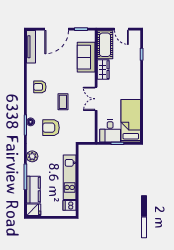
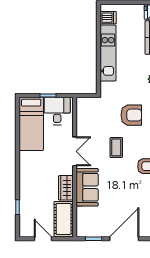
sofa: (86, 57) -> (87, 187), moved

